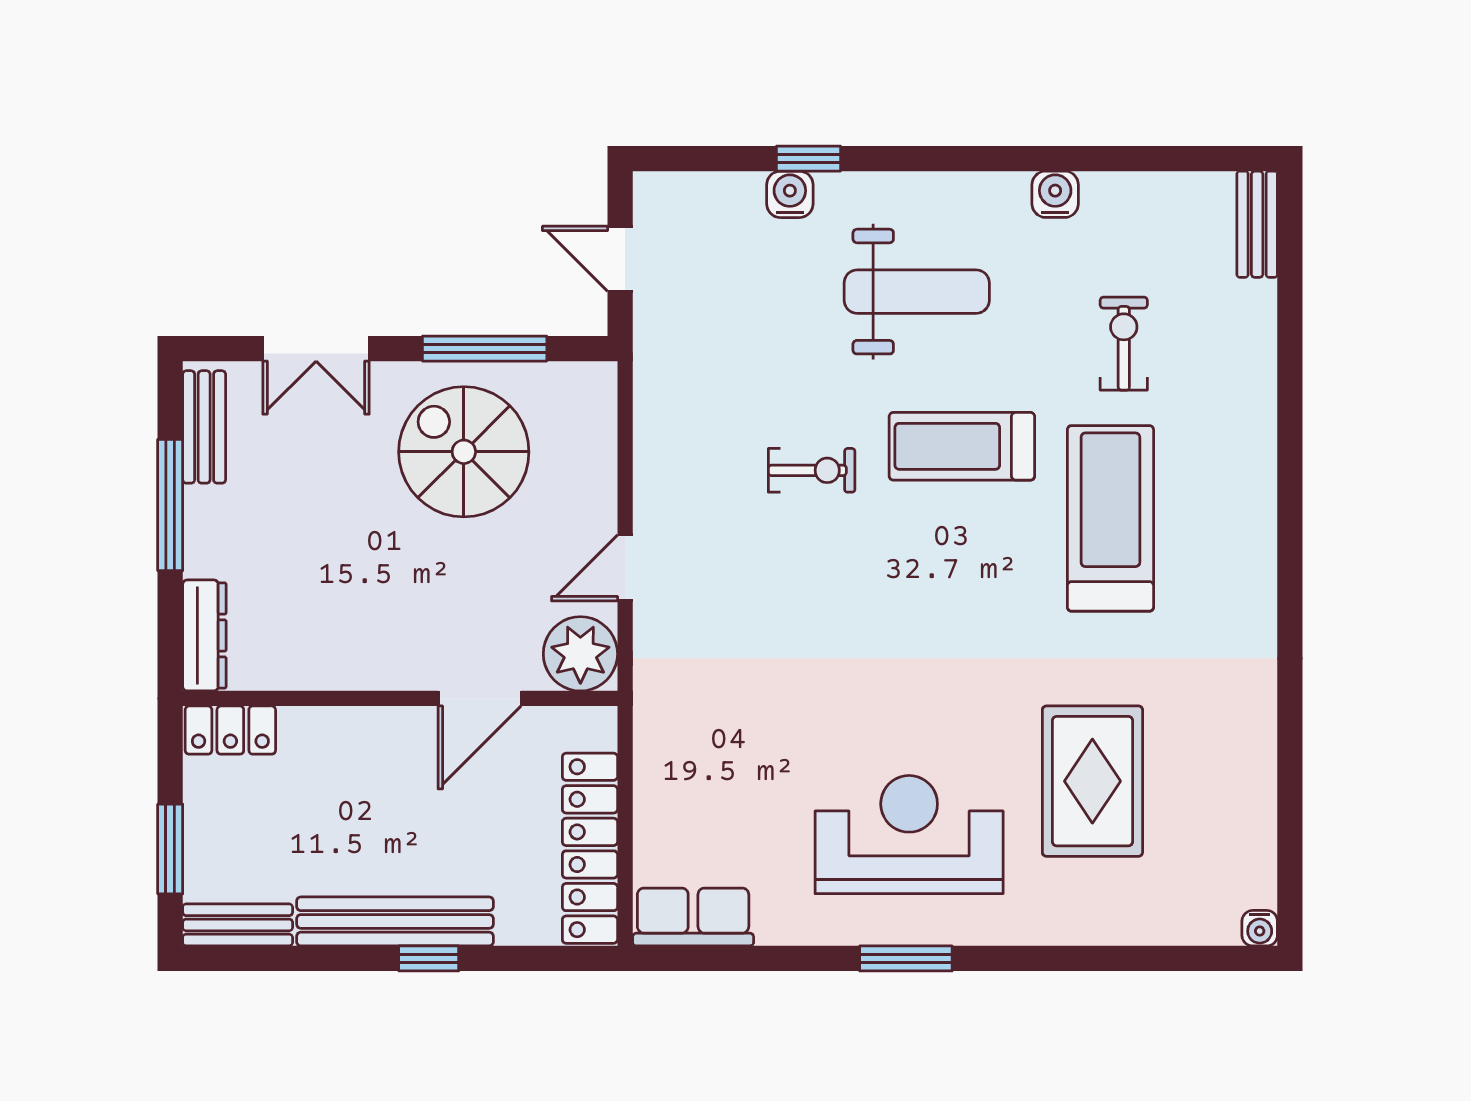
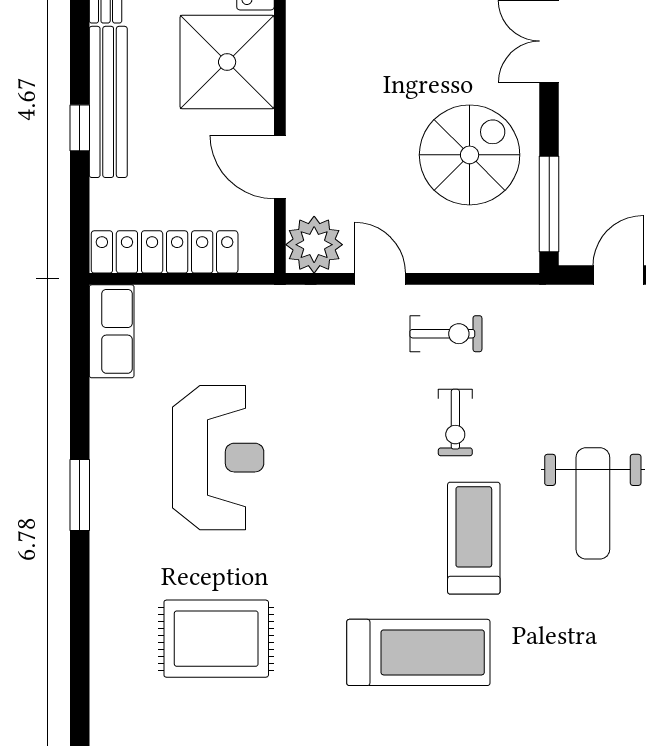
exercise bike: (1124, 344) -> (446, 334), moved
window: (485, 349) -> (549, 204), moved
shower: (343, 767) -> (227, 62), added
reception desk: (909, 835) -> (218, 458), moved

